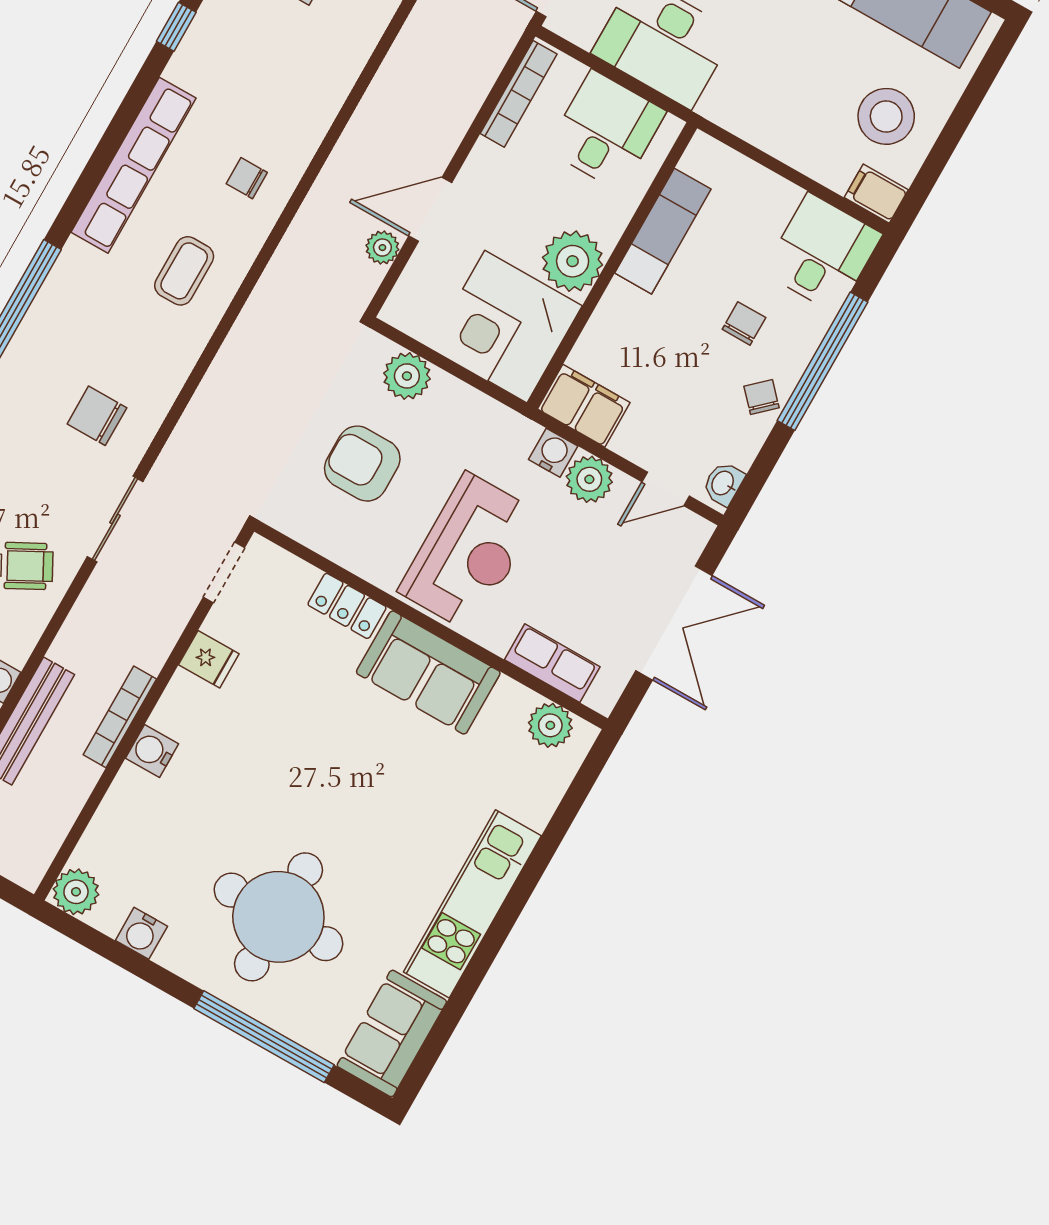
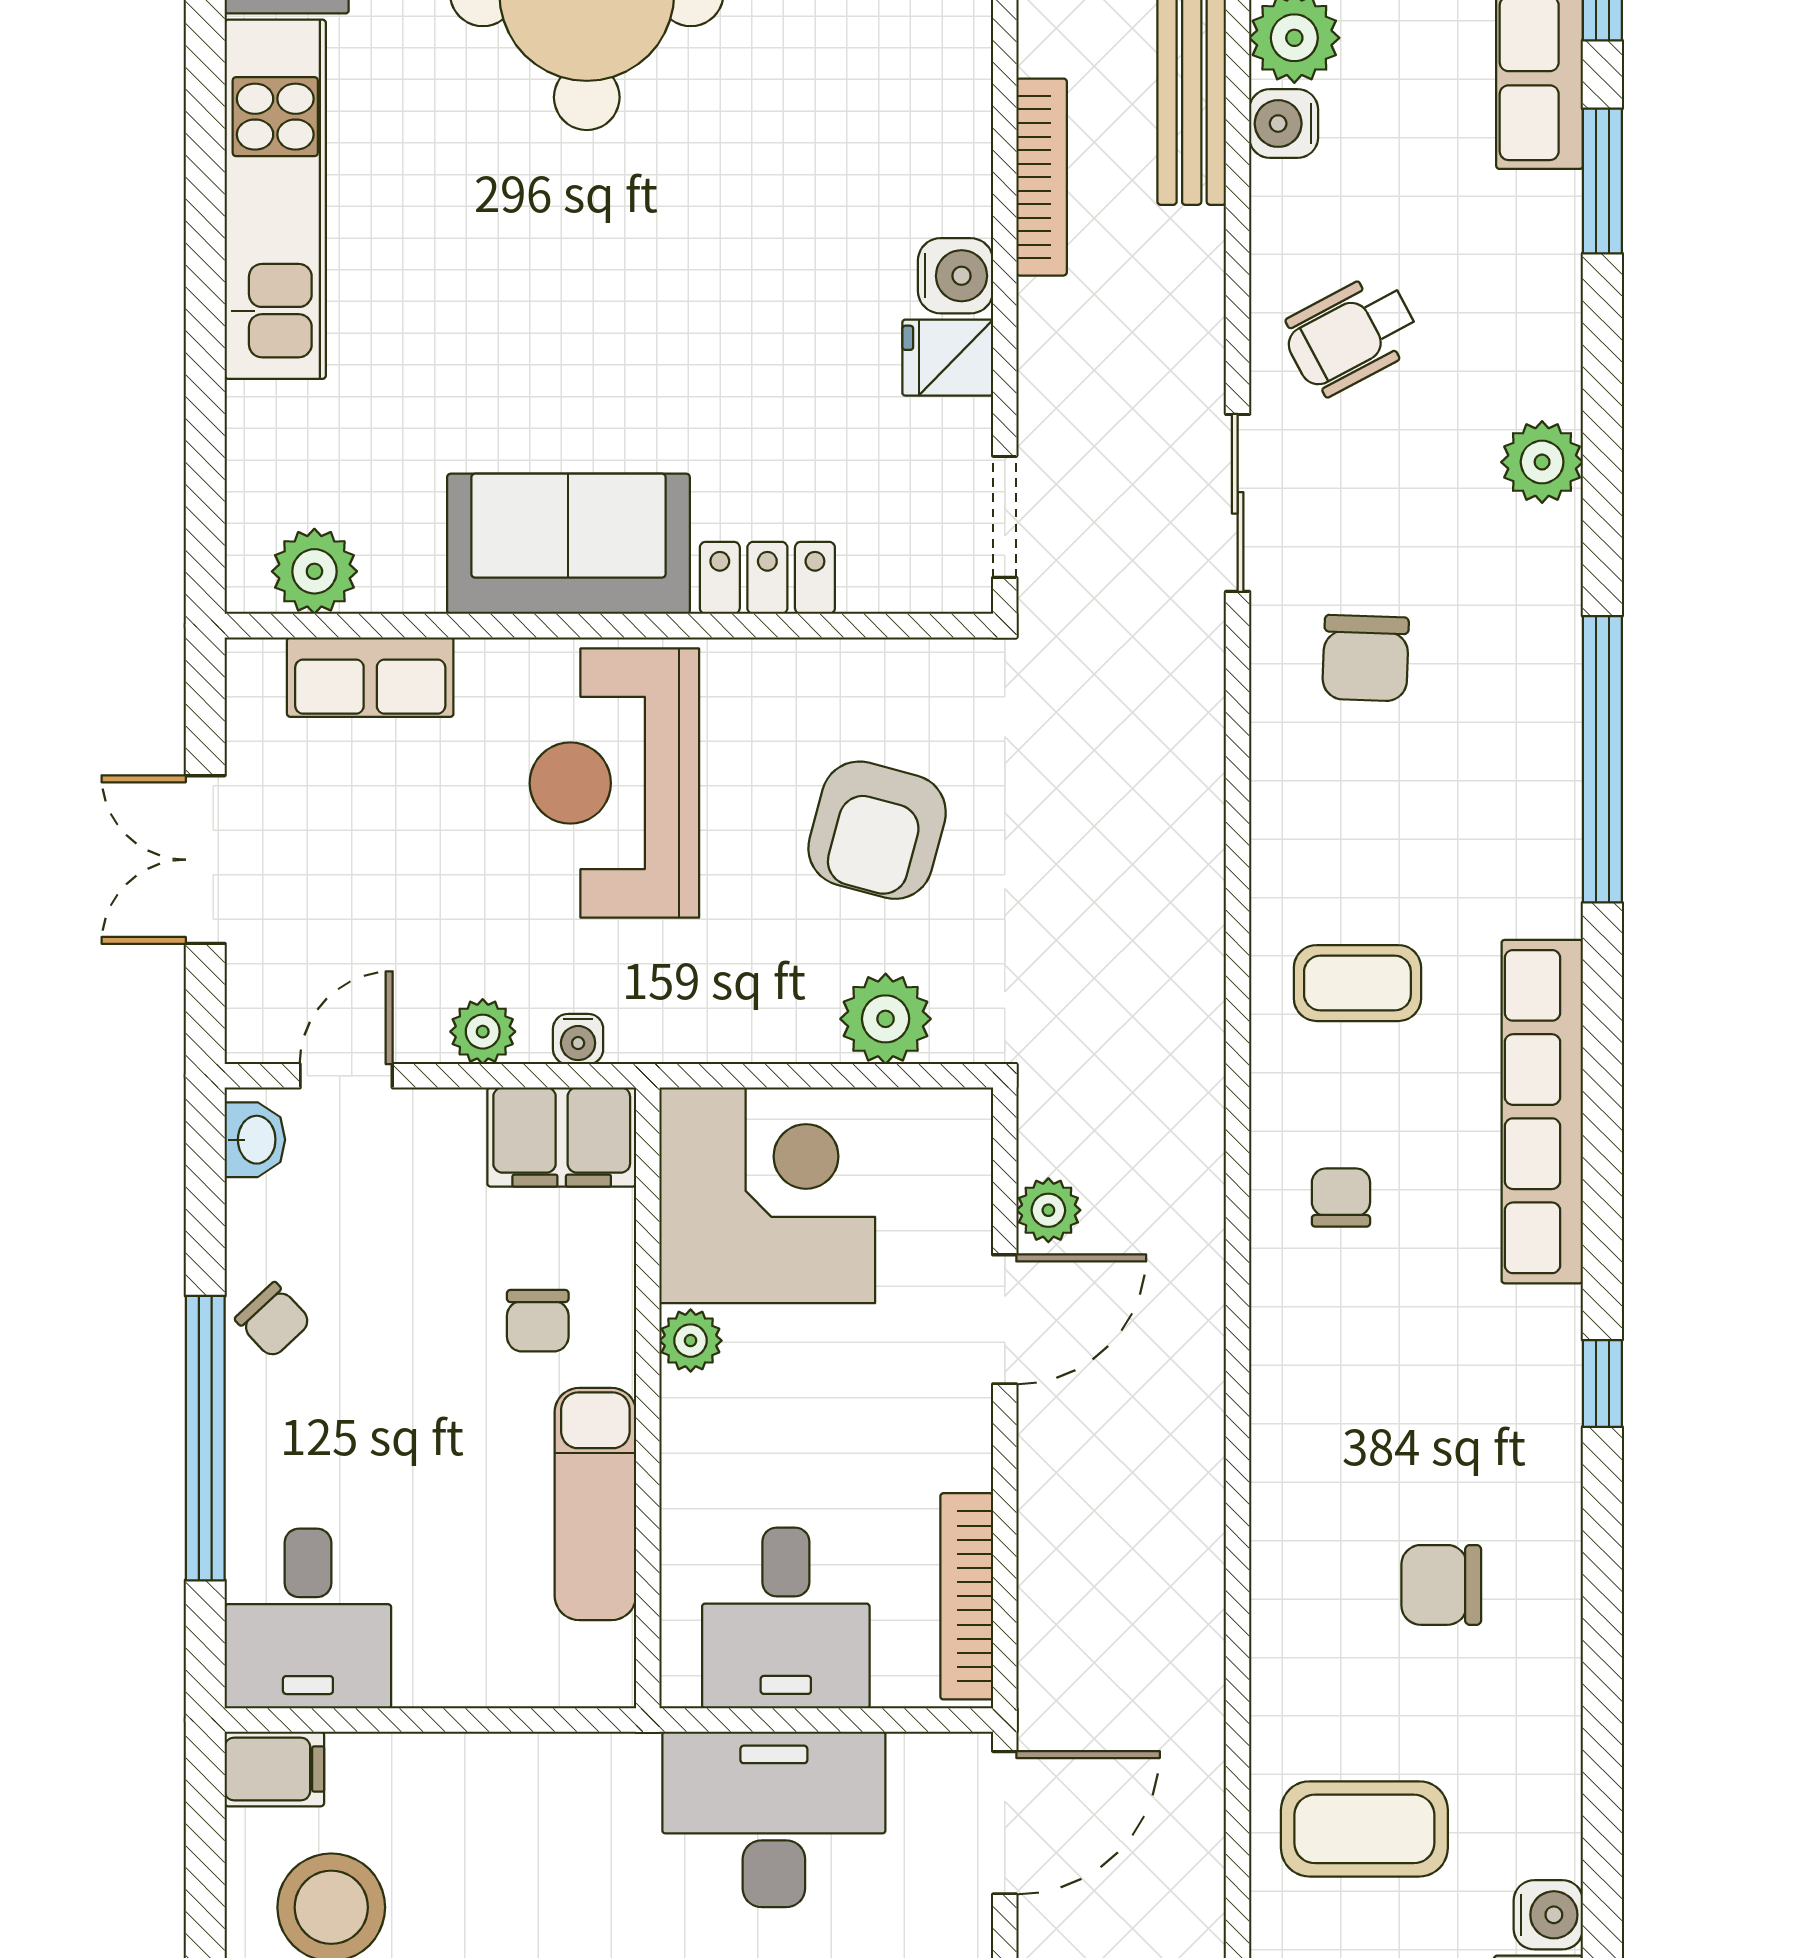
chair: (247, 178) -> (1341, 1198), turned -90
plant: (573, 261) -> (691, 1341), width x0.53, depth x0.53
coffee table: (184, 271) -> (1357, 983), turned 90
chair: (744, 323) -> (538, 1321), moved
chair: (97, 416) -> (1366, 658), turned 92
water cooler: (553, 453) -> (578, 1039), width x0.72, depth x0.72
armchair: (362, 464) -> (877, 830), turned 105
plant: (589, 479) -> (483, 1032), width x0.73, depth x0.73
double door: (674, 623) -> (205, 860), width x0.73
water cooler: (152, 751) -> (955, 276), moved

